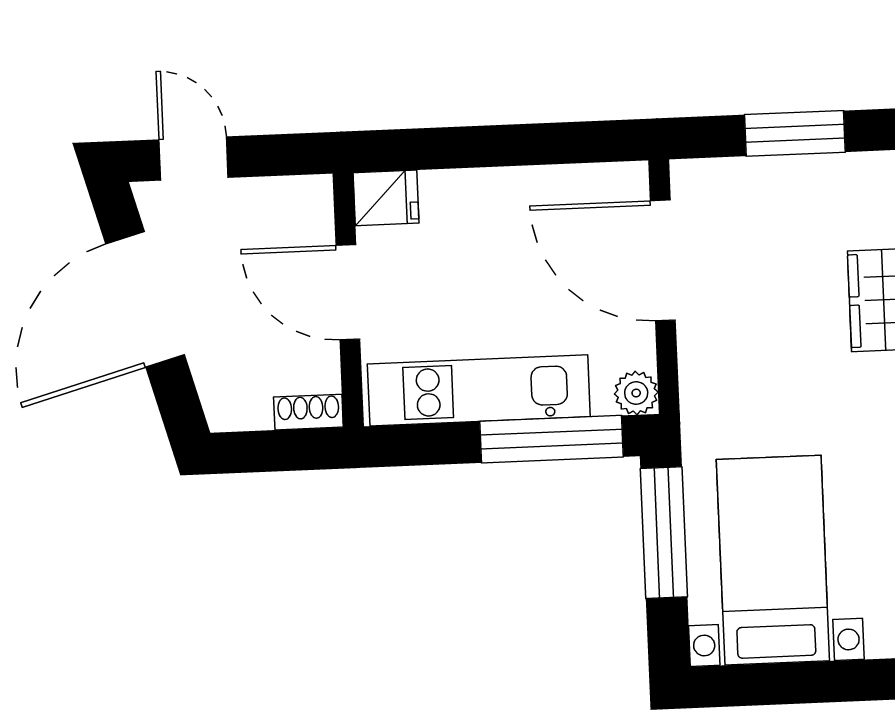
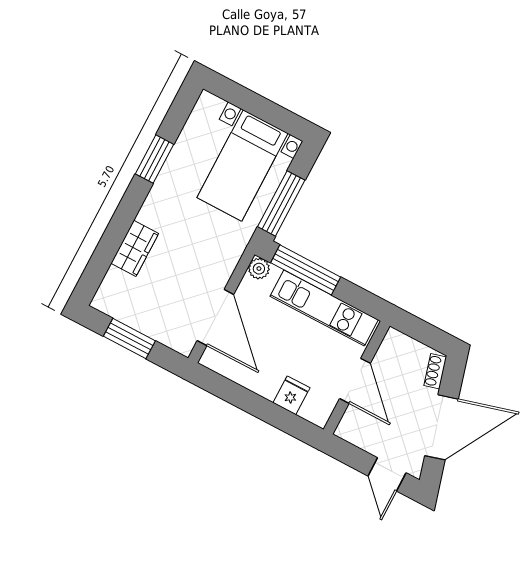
fridge: (386, 198) -> (291, 395), moved, turned 90
shoe rack: (308, 412) -> (435, 371), moved, turned 74

